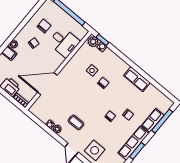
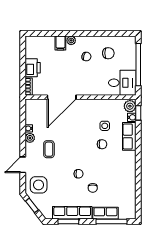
desk: (64, 42) -> (122, 83), moved, turned -90
row of seats: (137, 79) -> (129, 136), moved
door: (47, 84) -> (62, 97), swing flipped

